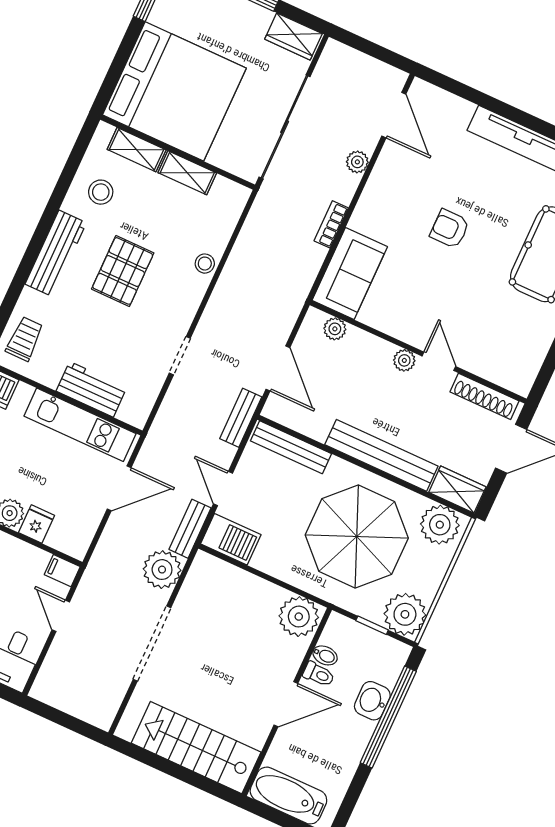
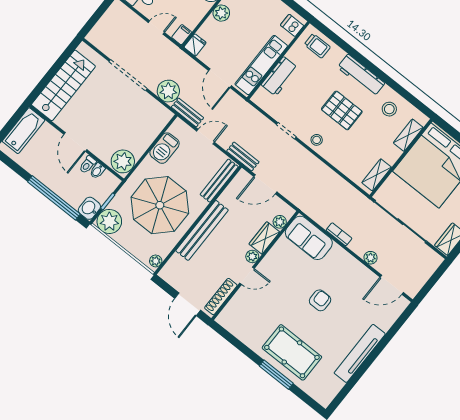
shelving: (187, 173) -> (377, 175), moved
stool: (205, 264) -> (317, 140), moved
wardrobe: (457, 490) -> (264, 238), moved, turned 180
fridge: (37, 524) -> (195, 45), moved, turned -90
plant: (440, 525) -> (156, 261), width x0.53, depth x0.53
barbecue: (231, 539) -> (165, 148), moved
washbasin: (372, 701) -> (89, 208), moved, turned -90

